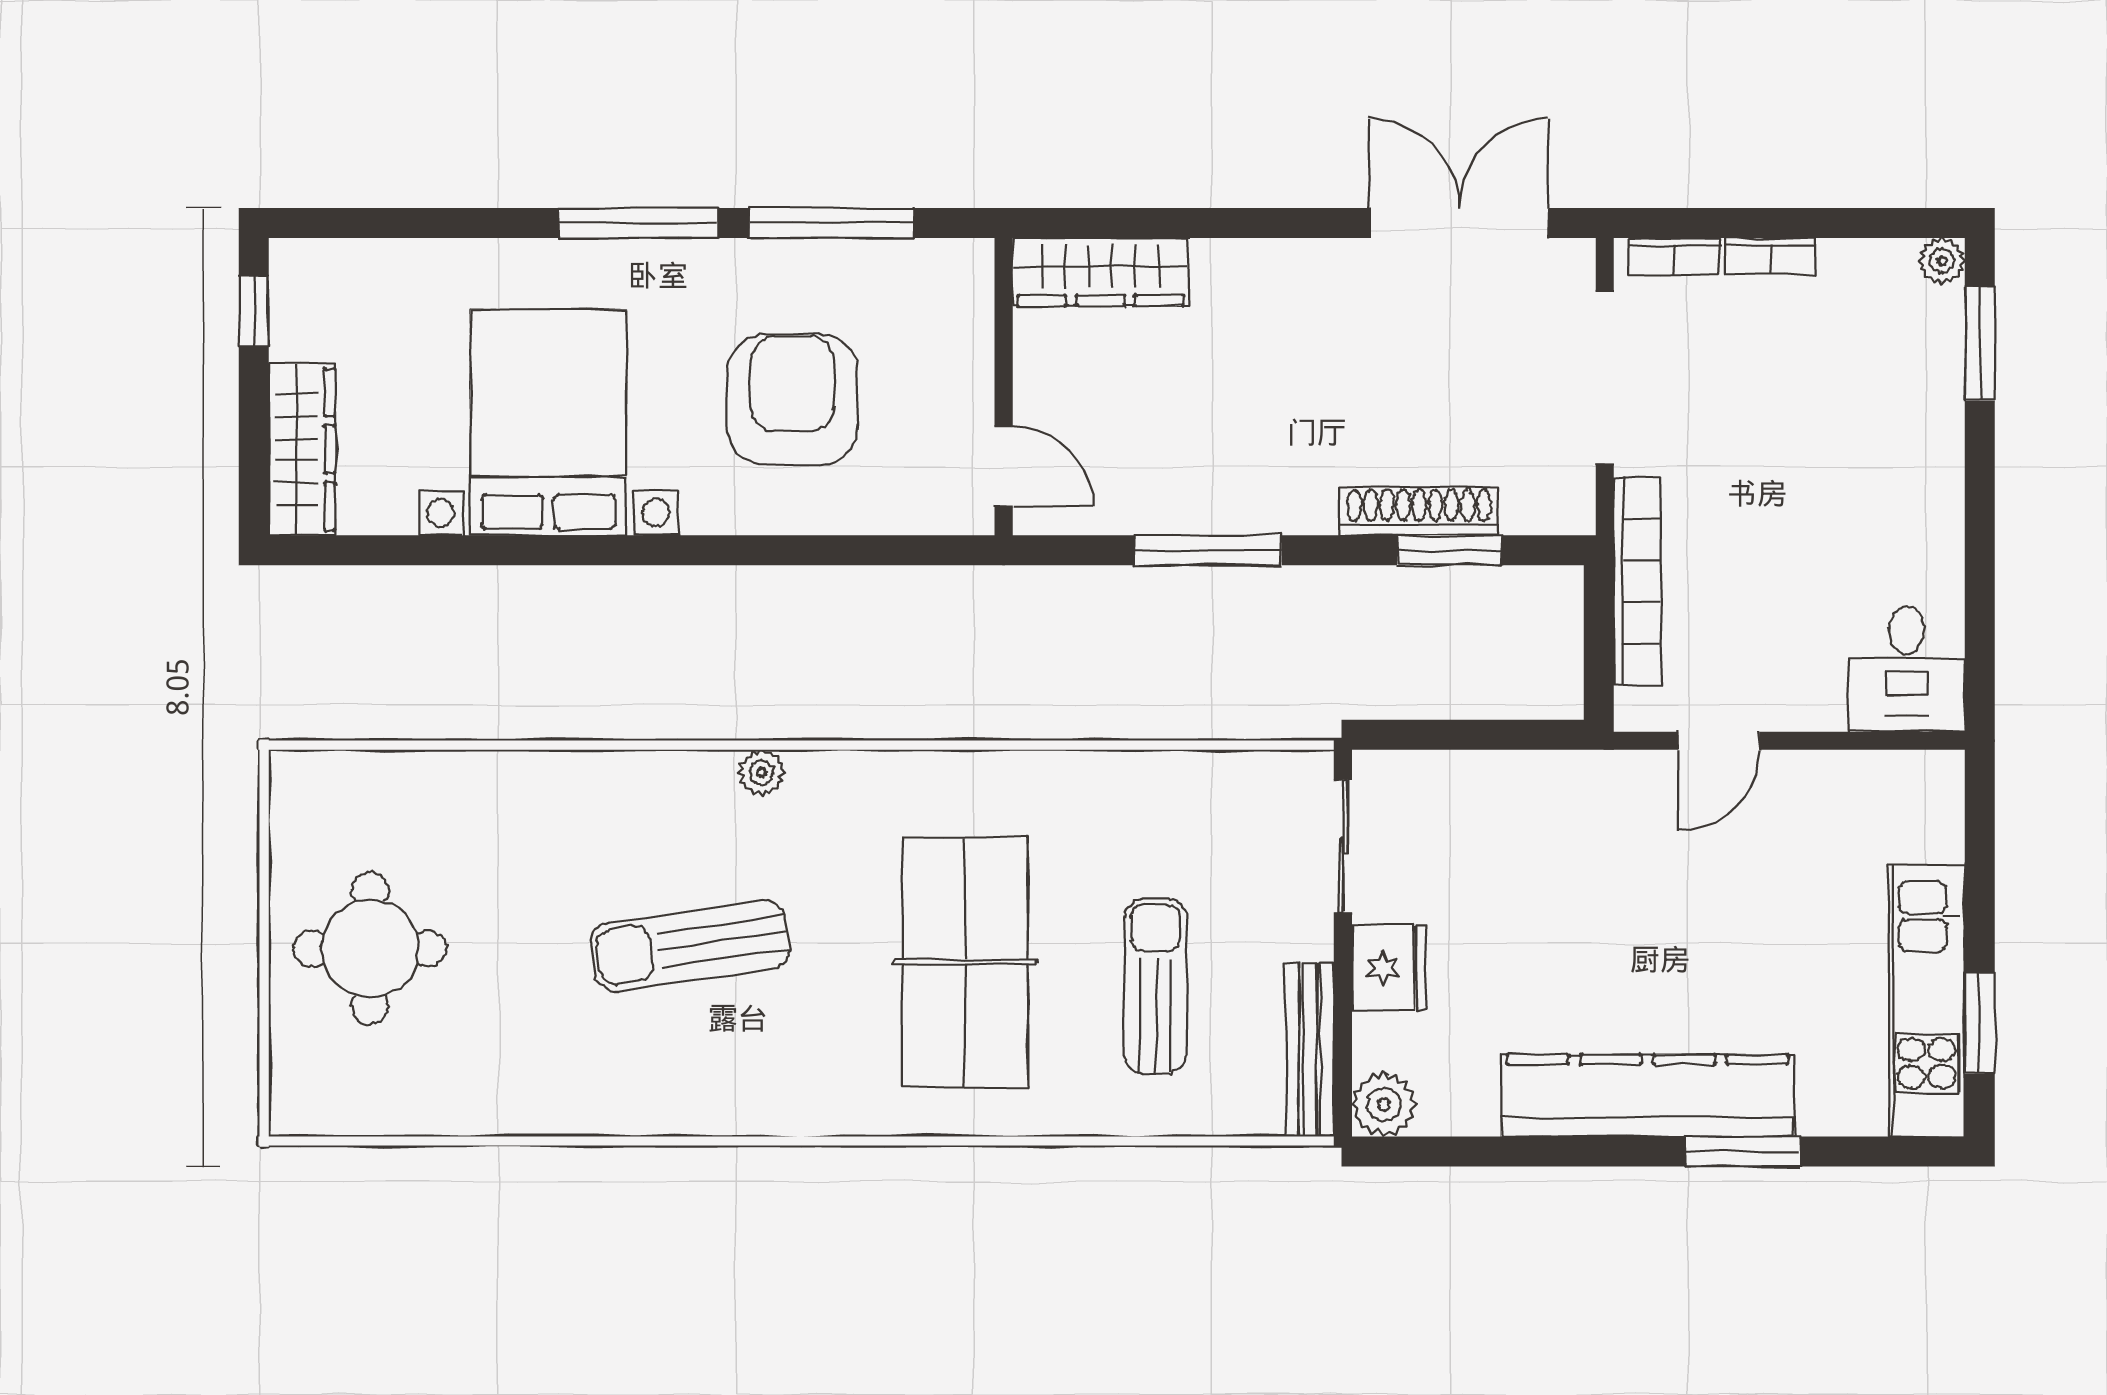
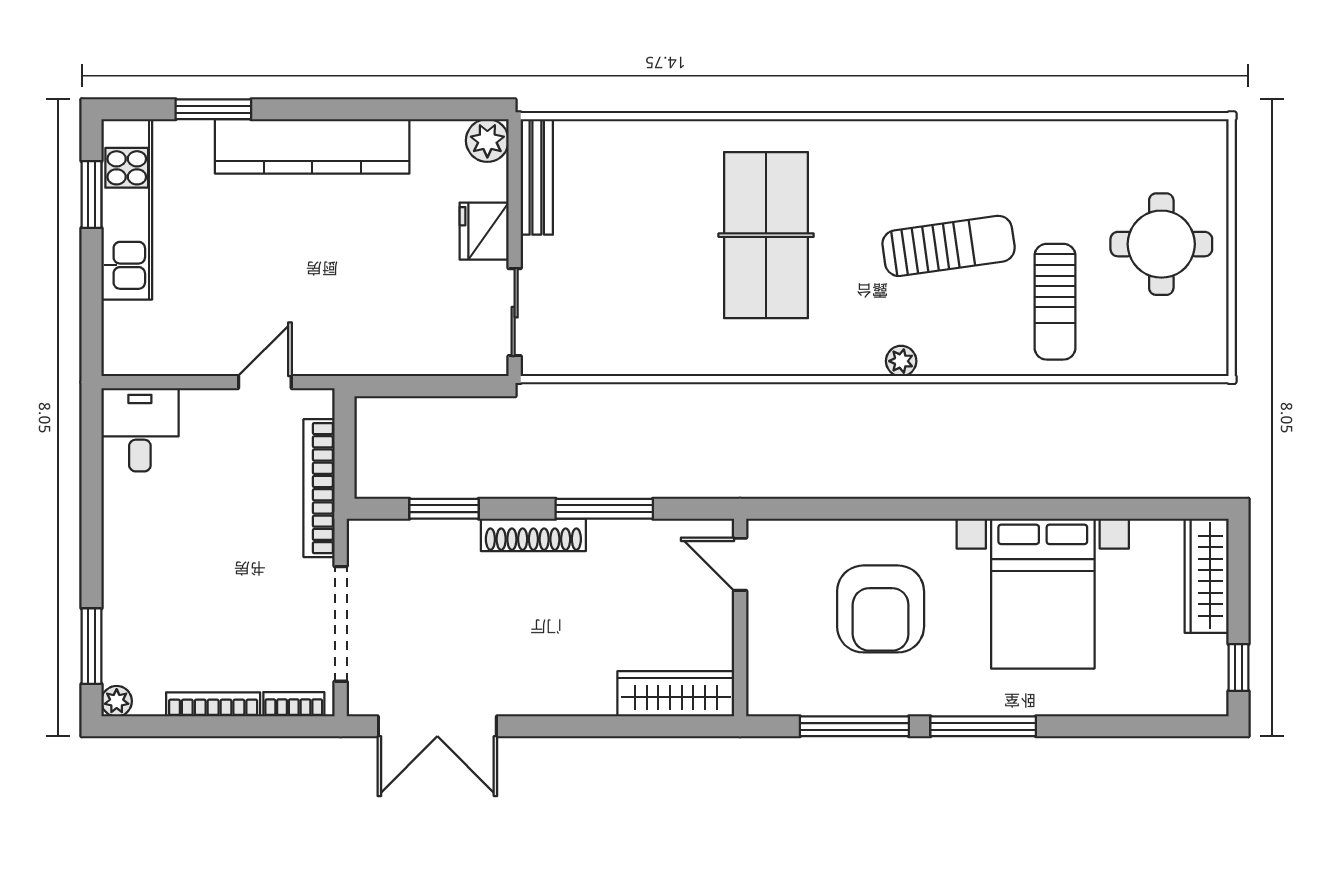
bookcase: (1771, 256) -> (213, 704), width x1.56
shoe rack: (1419, 511) -> (533, 535), moved
sun lounger: (1155, 986) -> (1055, 302), moved
window: (1743, 1151) -> (213, 109), moved

